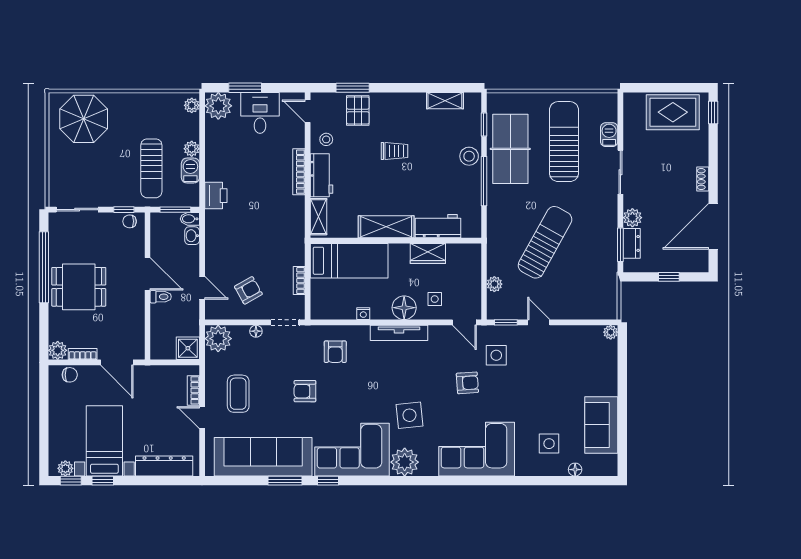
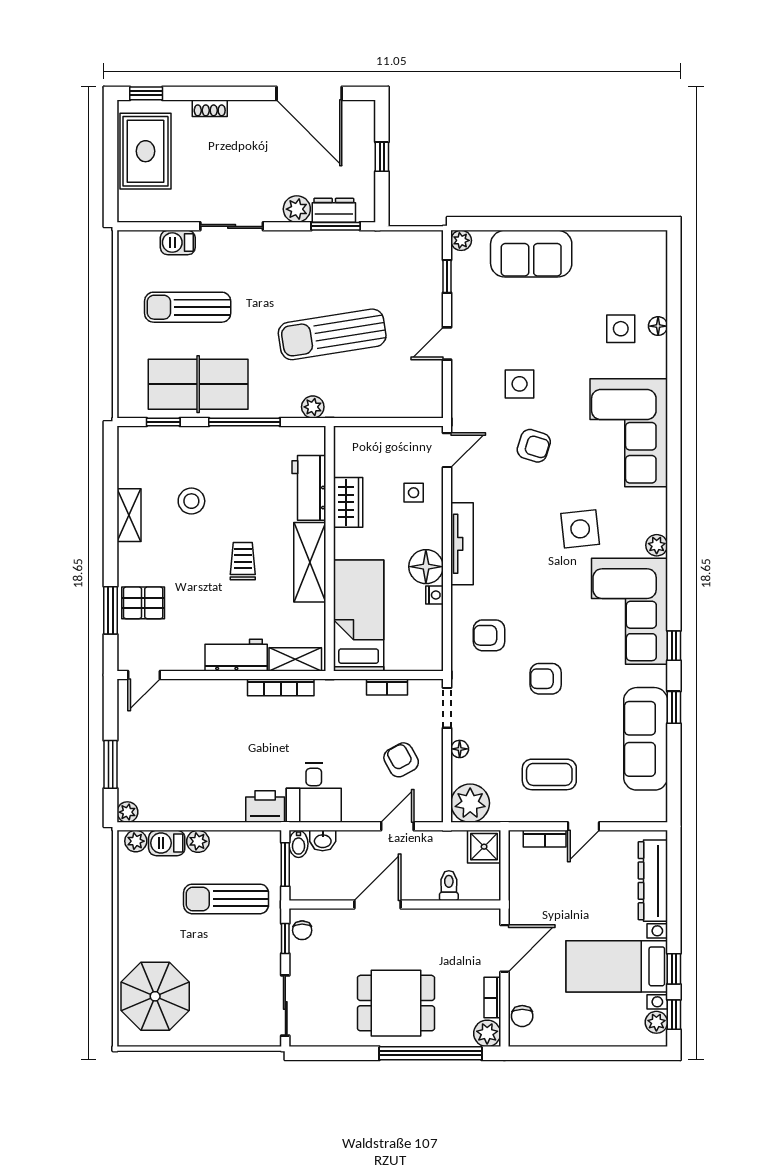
shelving: (445, 101) -> (129, 515), moved
plant: (218, 106) -> (127, 812), width x0.53, depth x0.53
desk: (260, 113) -> (314, 793), moved, turned -90
stool: (326, 139) -> (185, 648), removed
sun lounger: (564, 142) -> (188, 307), width x0.73, depth x0.75
trolley: (394, 151) -> (243, 561), moved
stool: (469, 156) -> (191, 501), moved
sun lounger: (151, 168) -> (226, 899), turned 180
barbecue: (190, 171) -> (167, 843), moved
bookcase: (299, 172) -> (281, 687), moved
shoe rack: (703, 179) -> (210, 108), moved
sun lounger: (545, 242) -> (332, 334), turned -38
window: (44, 267) -> (431, 1053), moved
plant: (494, 284) -> (313, 407), moved
dining table: (79, 287) -> (396, 1003), turned 90
toilet: (161, 297) -> (449, 886), moved
floor lamp: (404, 308) -> (426, 567), moved
window: (506, 322) -> (447, 276), moved
armchair: (335, 352) -> (489, 635), turned 180
side table: (496, 355) -> (520, 384), moved
chair: (70, 375) -> (522, 1016), turned 180
armchair: (467, 383) -> (534, 446), turned 112
armchair: (305, 391) -> (546, 679), turned 90
sofa: (601, 425) -> (531, 254), moved
sofa: (263, 457) -> (646, 739), width x0.74, depth x0.79
plant: (405, 462) -> (657, 545), width x0.53, depth x0.53
floor lamp: (575, 470) -> (658, 326), moved
window: (285, 481) -> (674, 707), width x0.67

